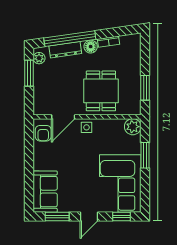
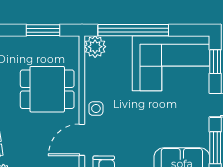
door: (63, 117) -> (82, 140), swing flipped
window: (145, 155) -> (133, 30), width x2.11

